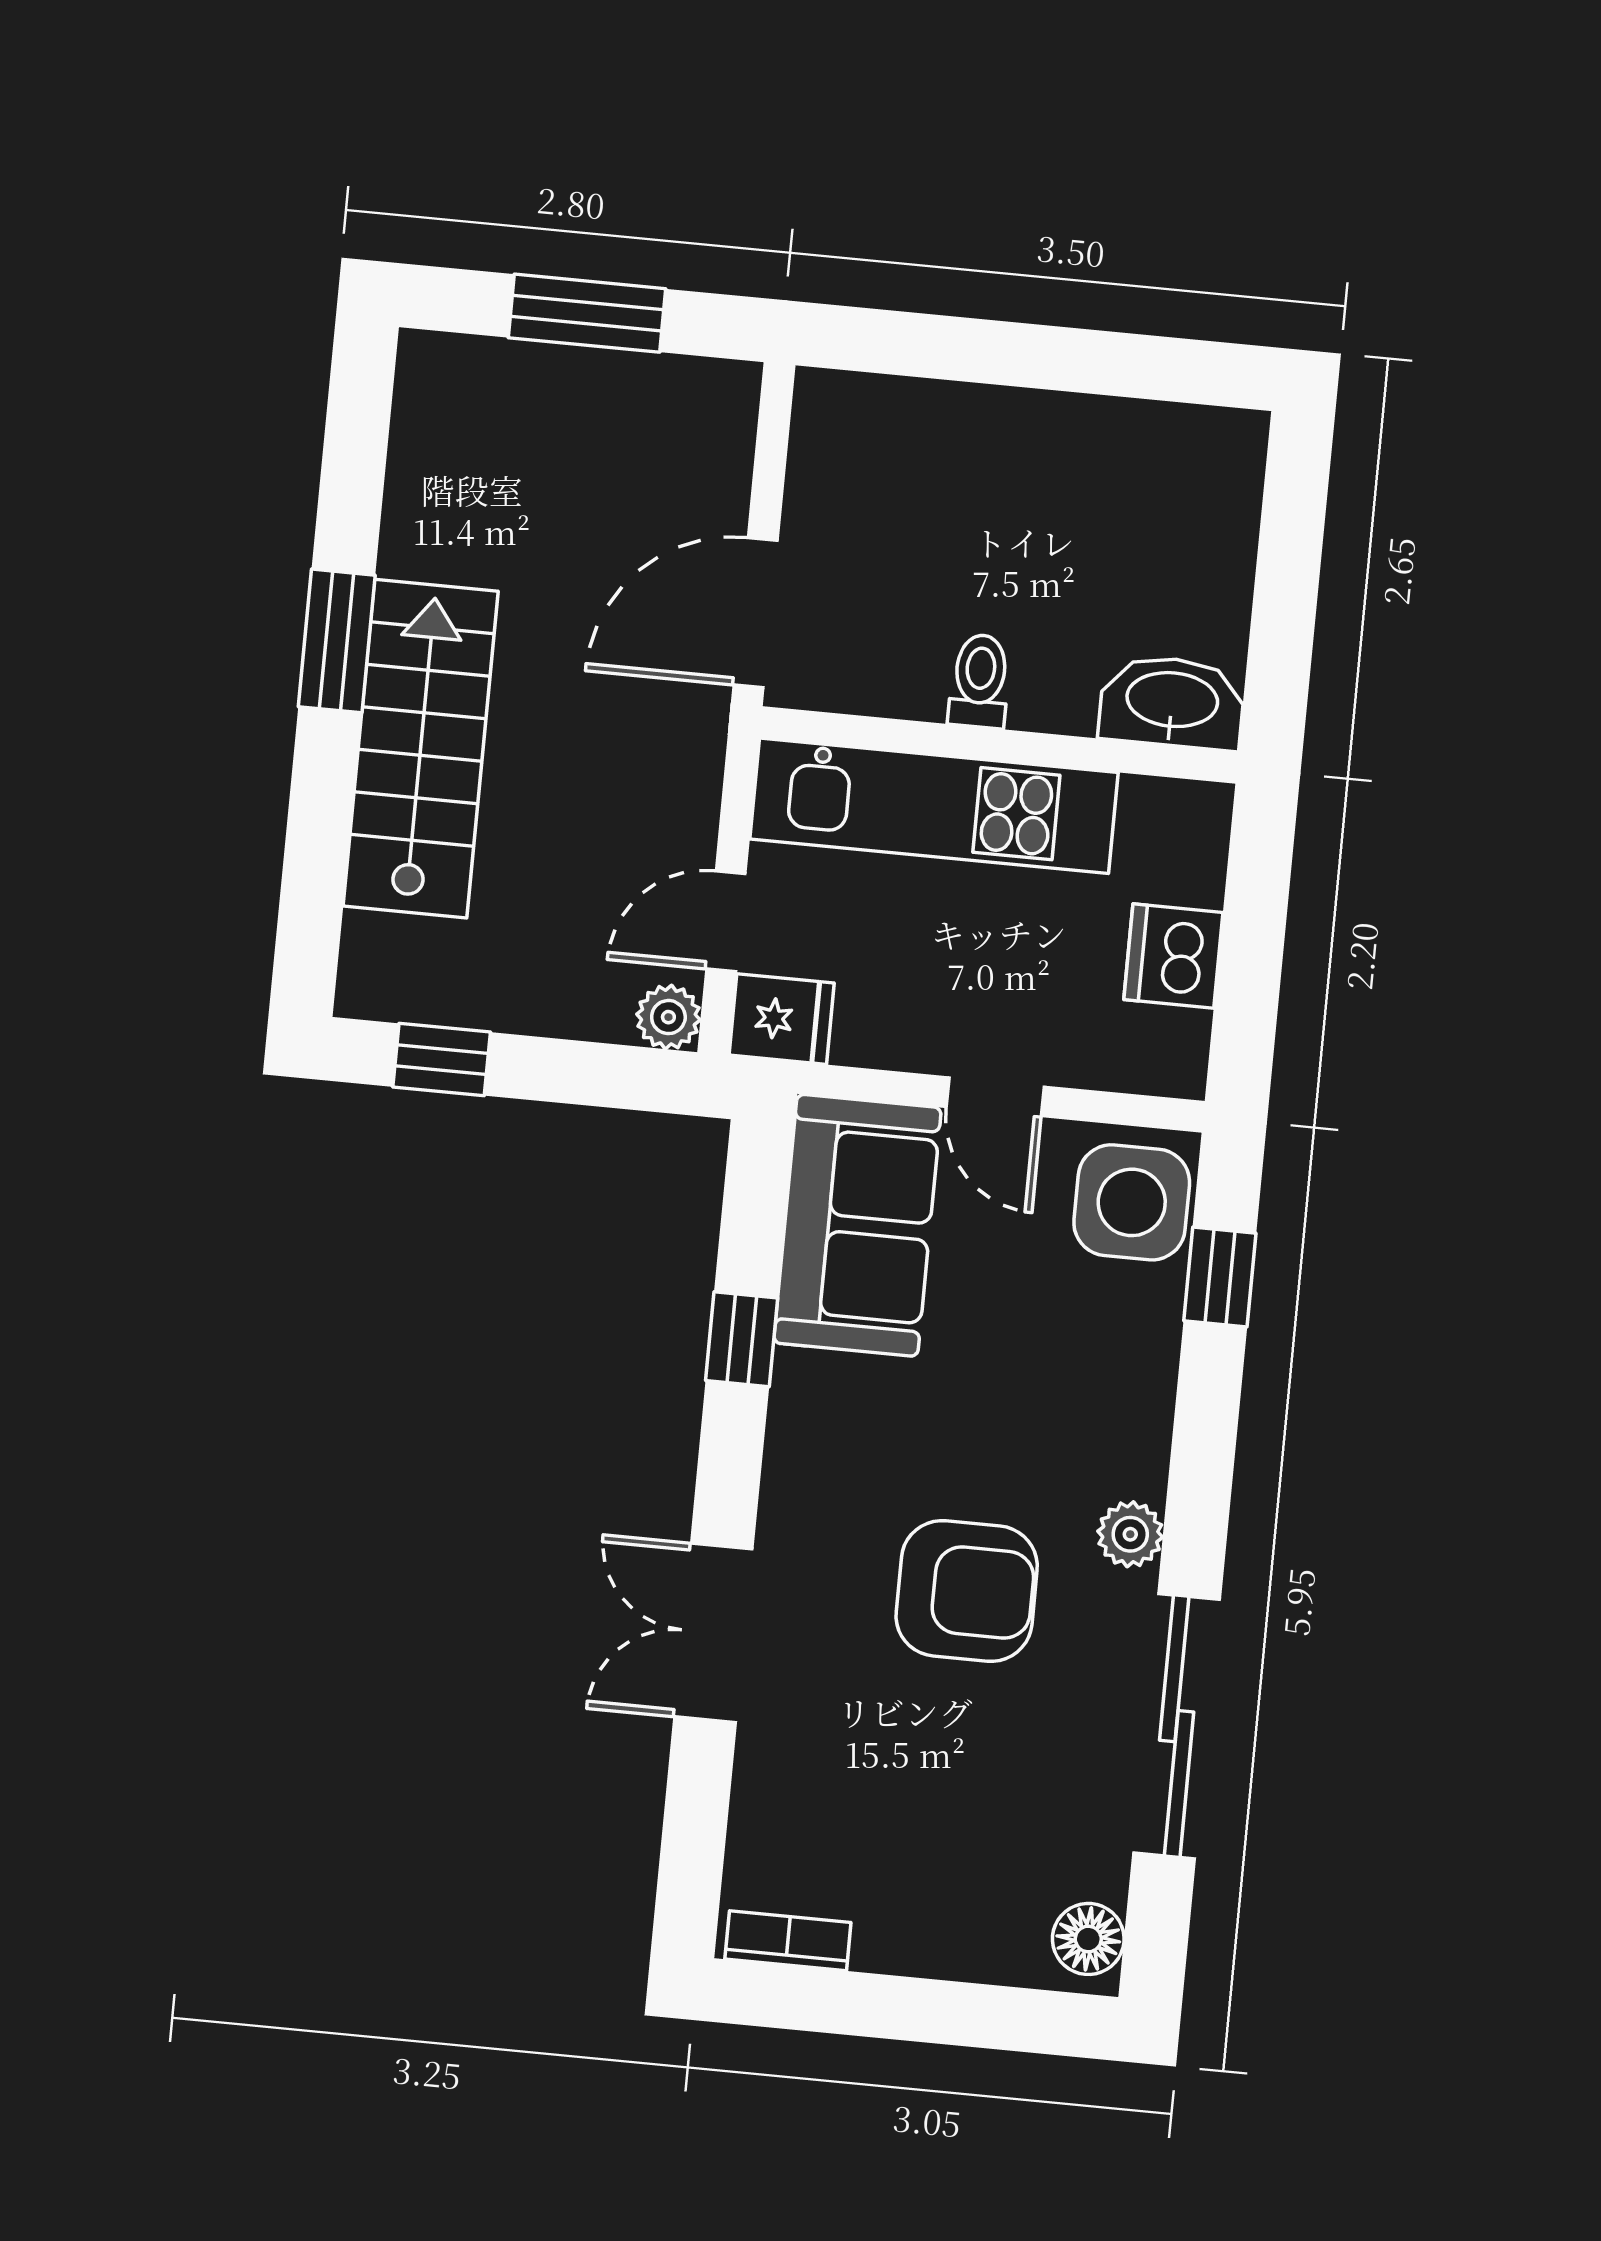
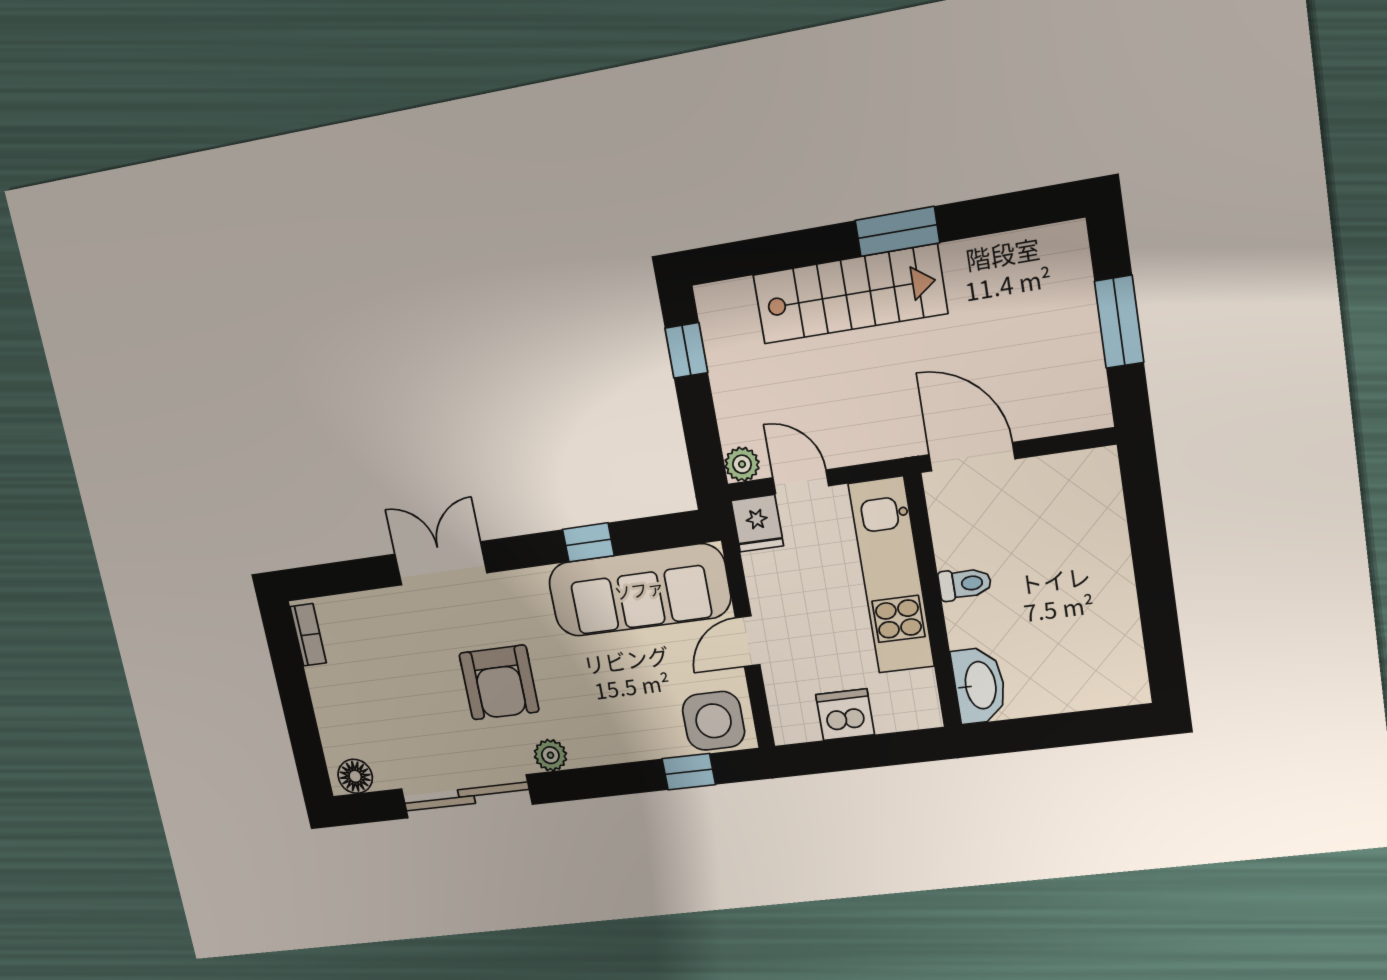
sofa: (857, 1225) -> (639, 590), width x1.36

